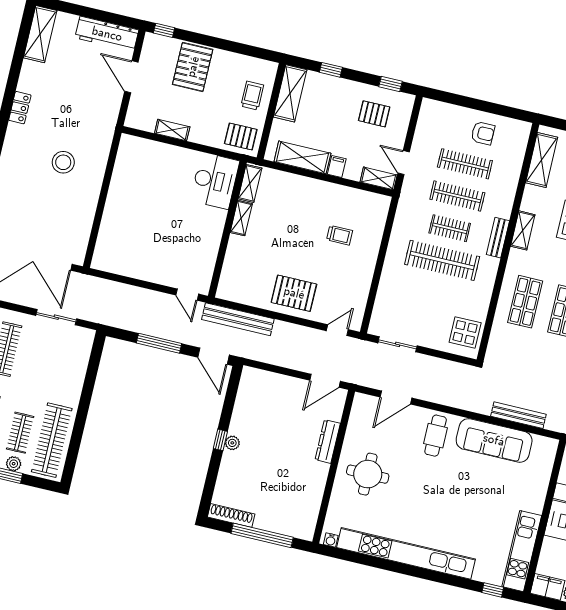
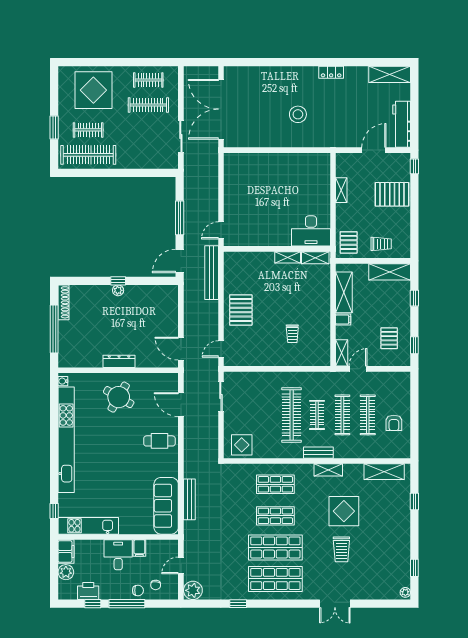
door: (337, 330) -> (221, 349), swing flipped
sofa: (494, 440) -> (166, 506), moved
dresser: (328, 442) -> (119, 361), moved
plant: (14, 464) -> (64, 131), removed
round table: (368, 474) -> (119, 397), turned 30

